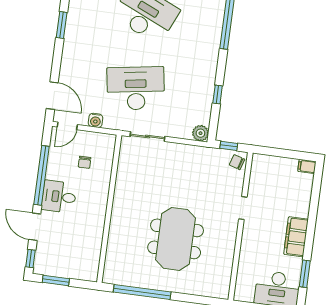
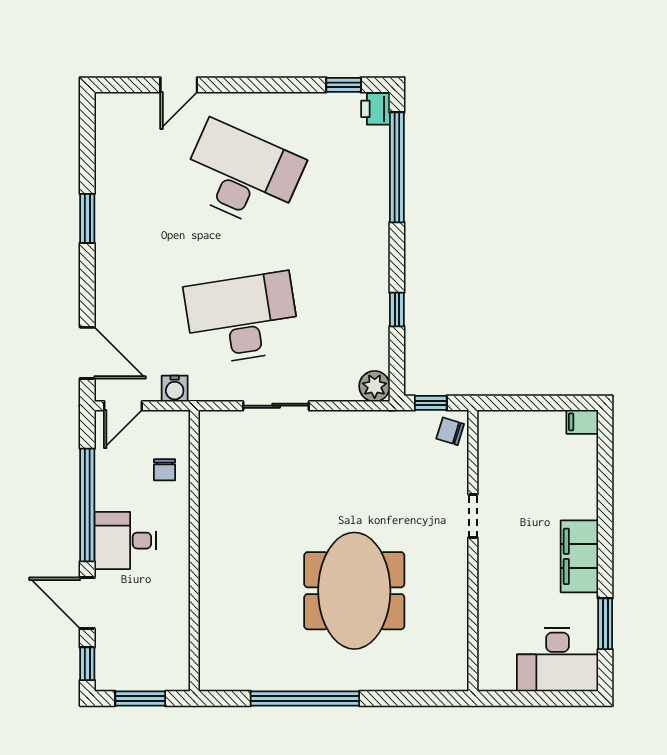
wall: (109, 209) -> (194, 551), moved

